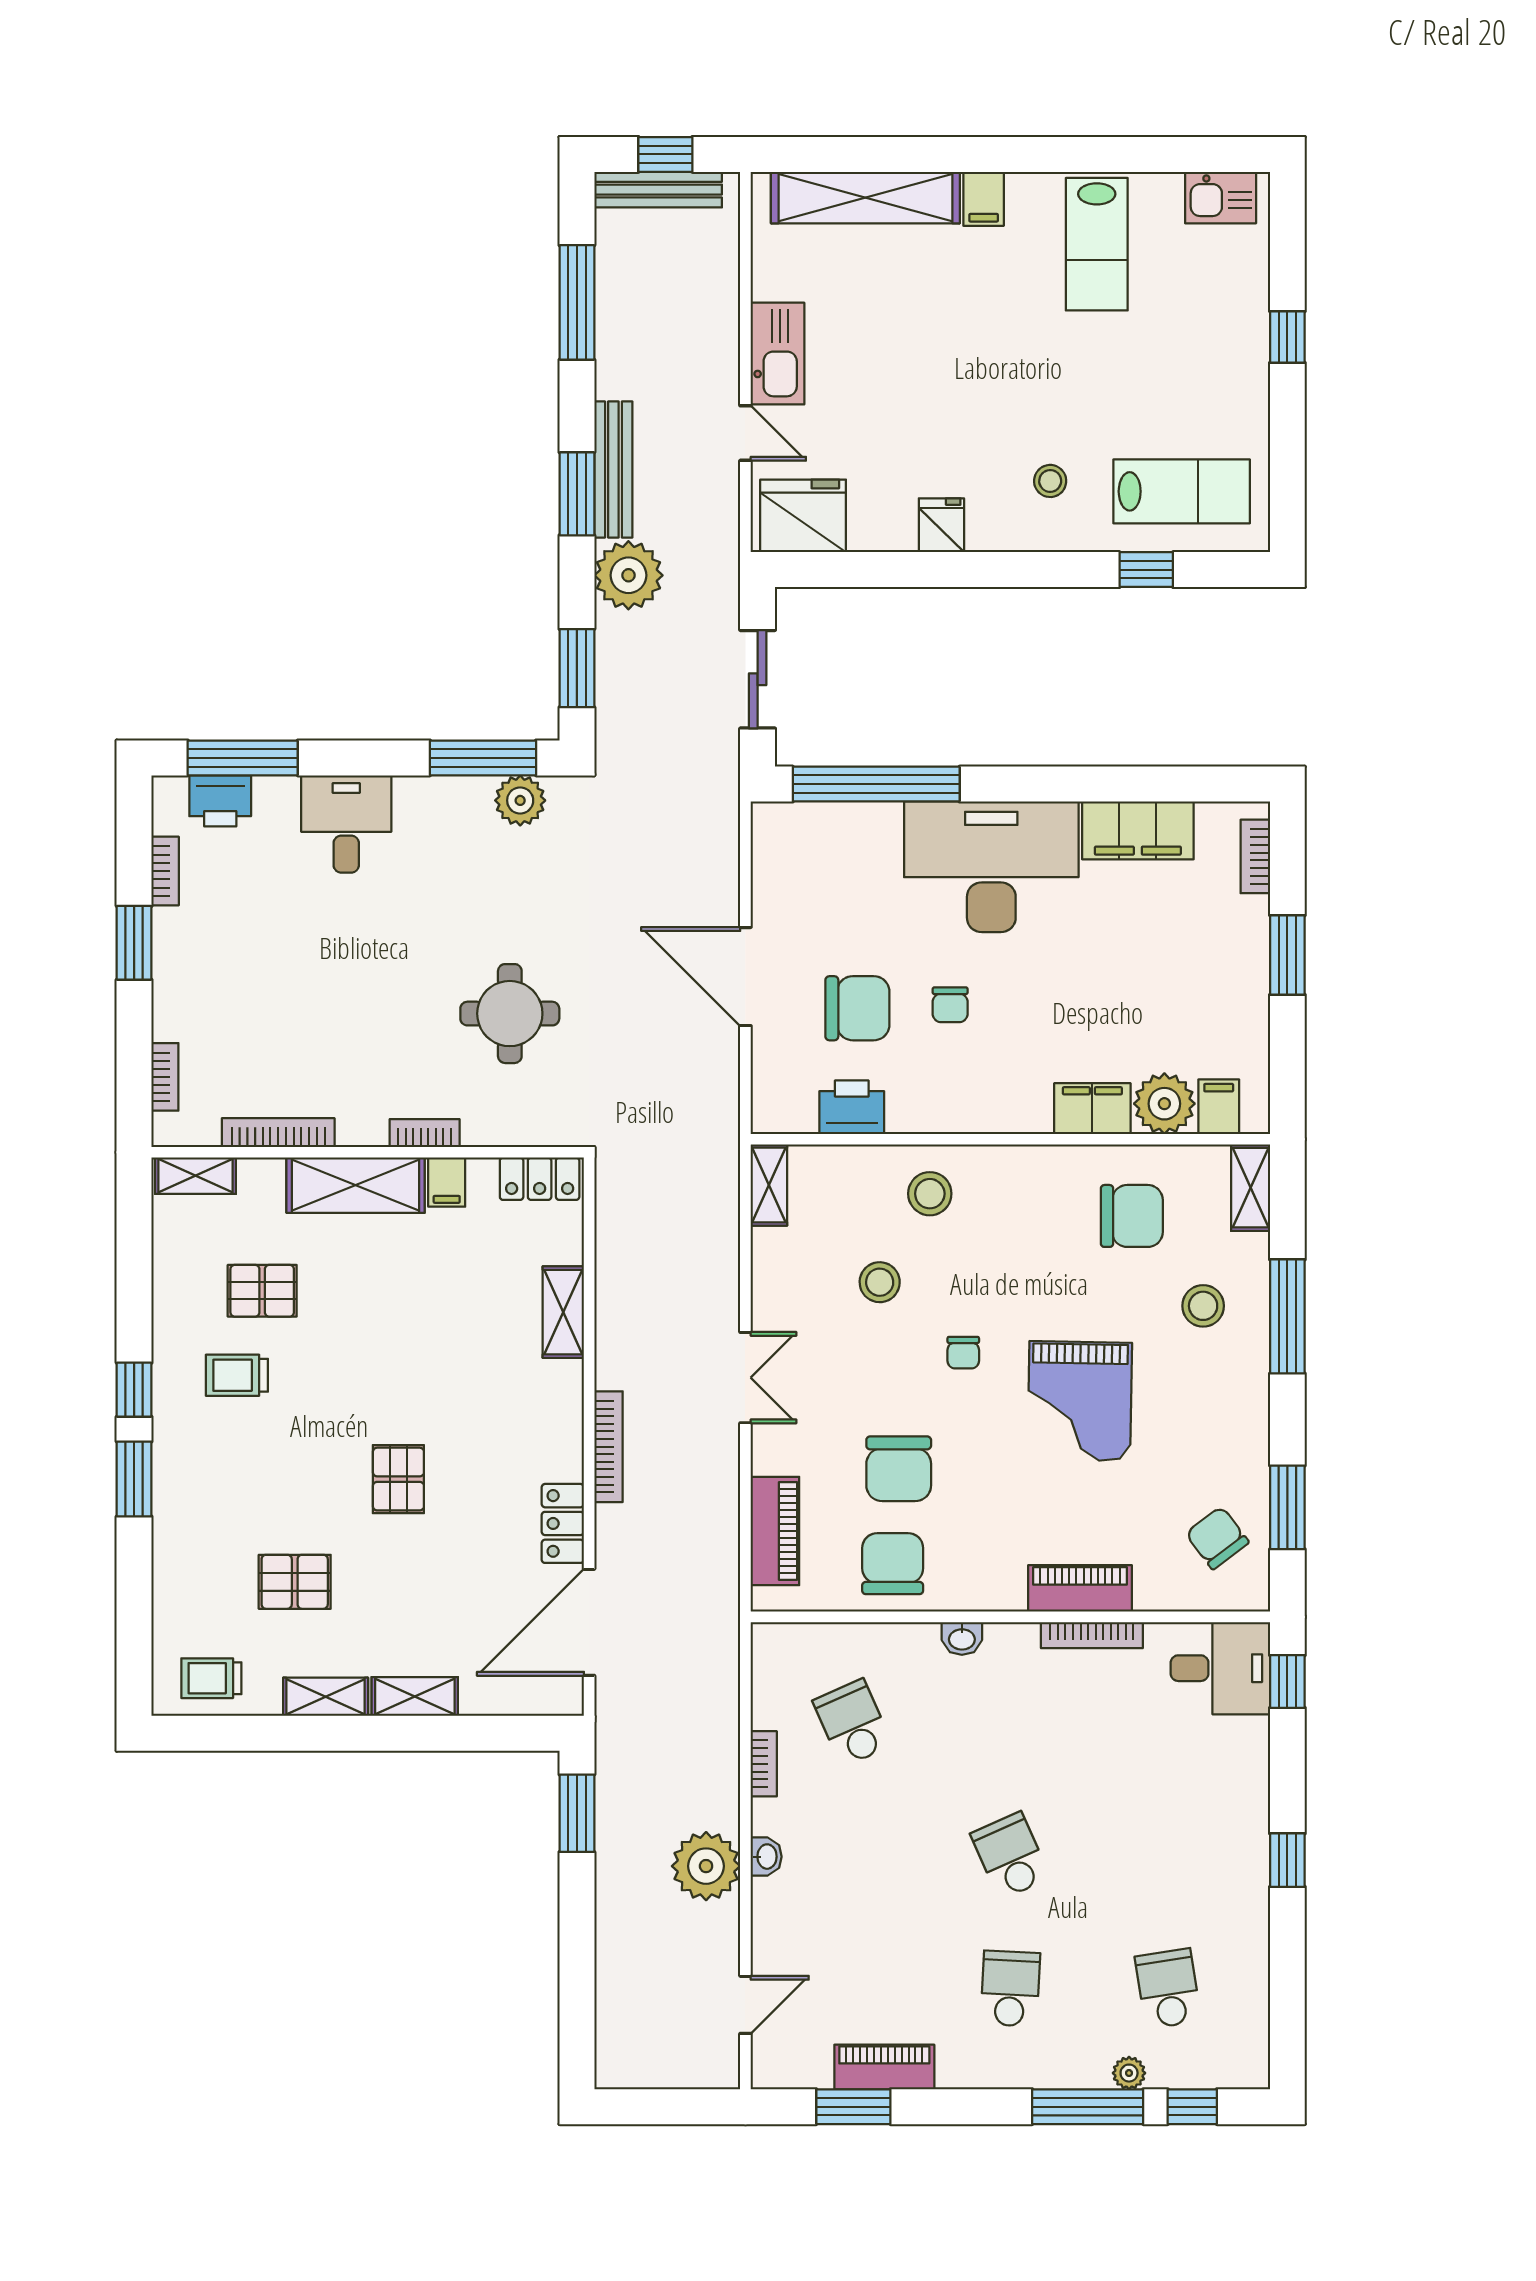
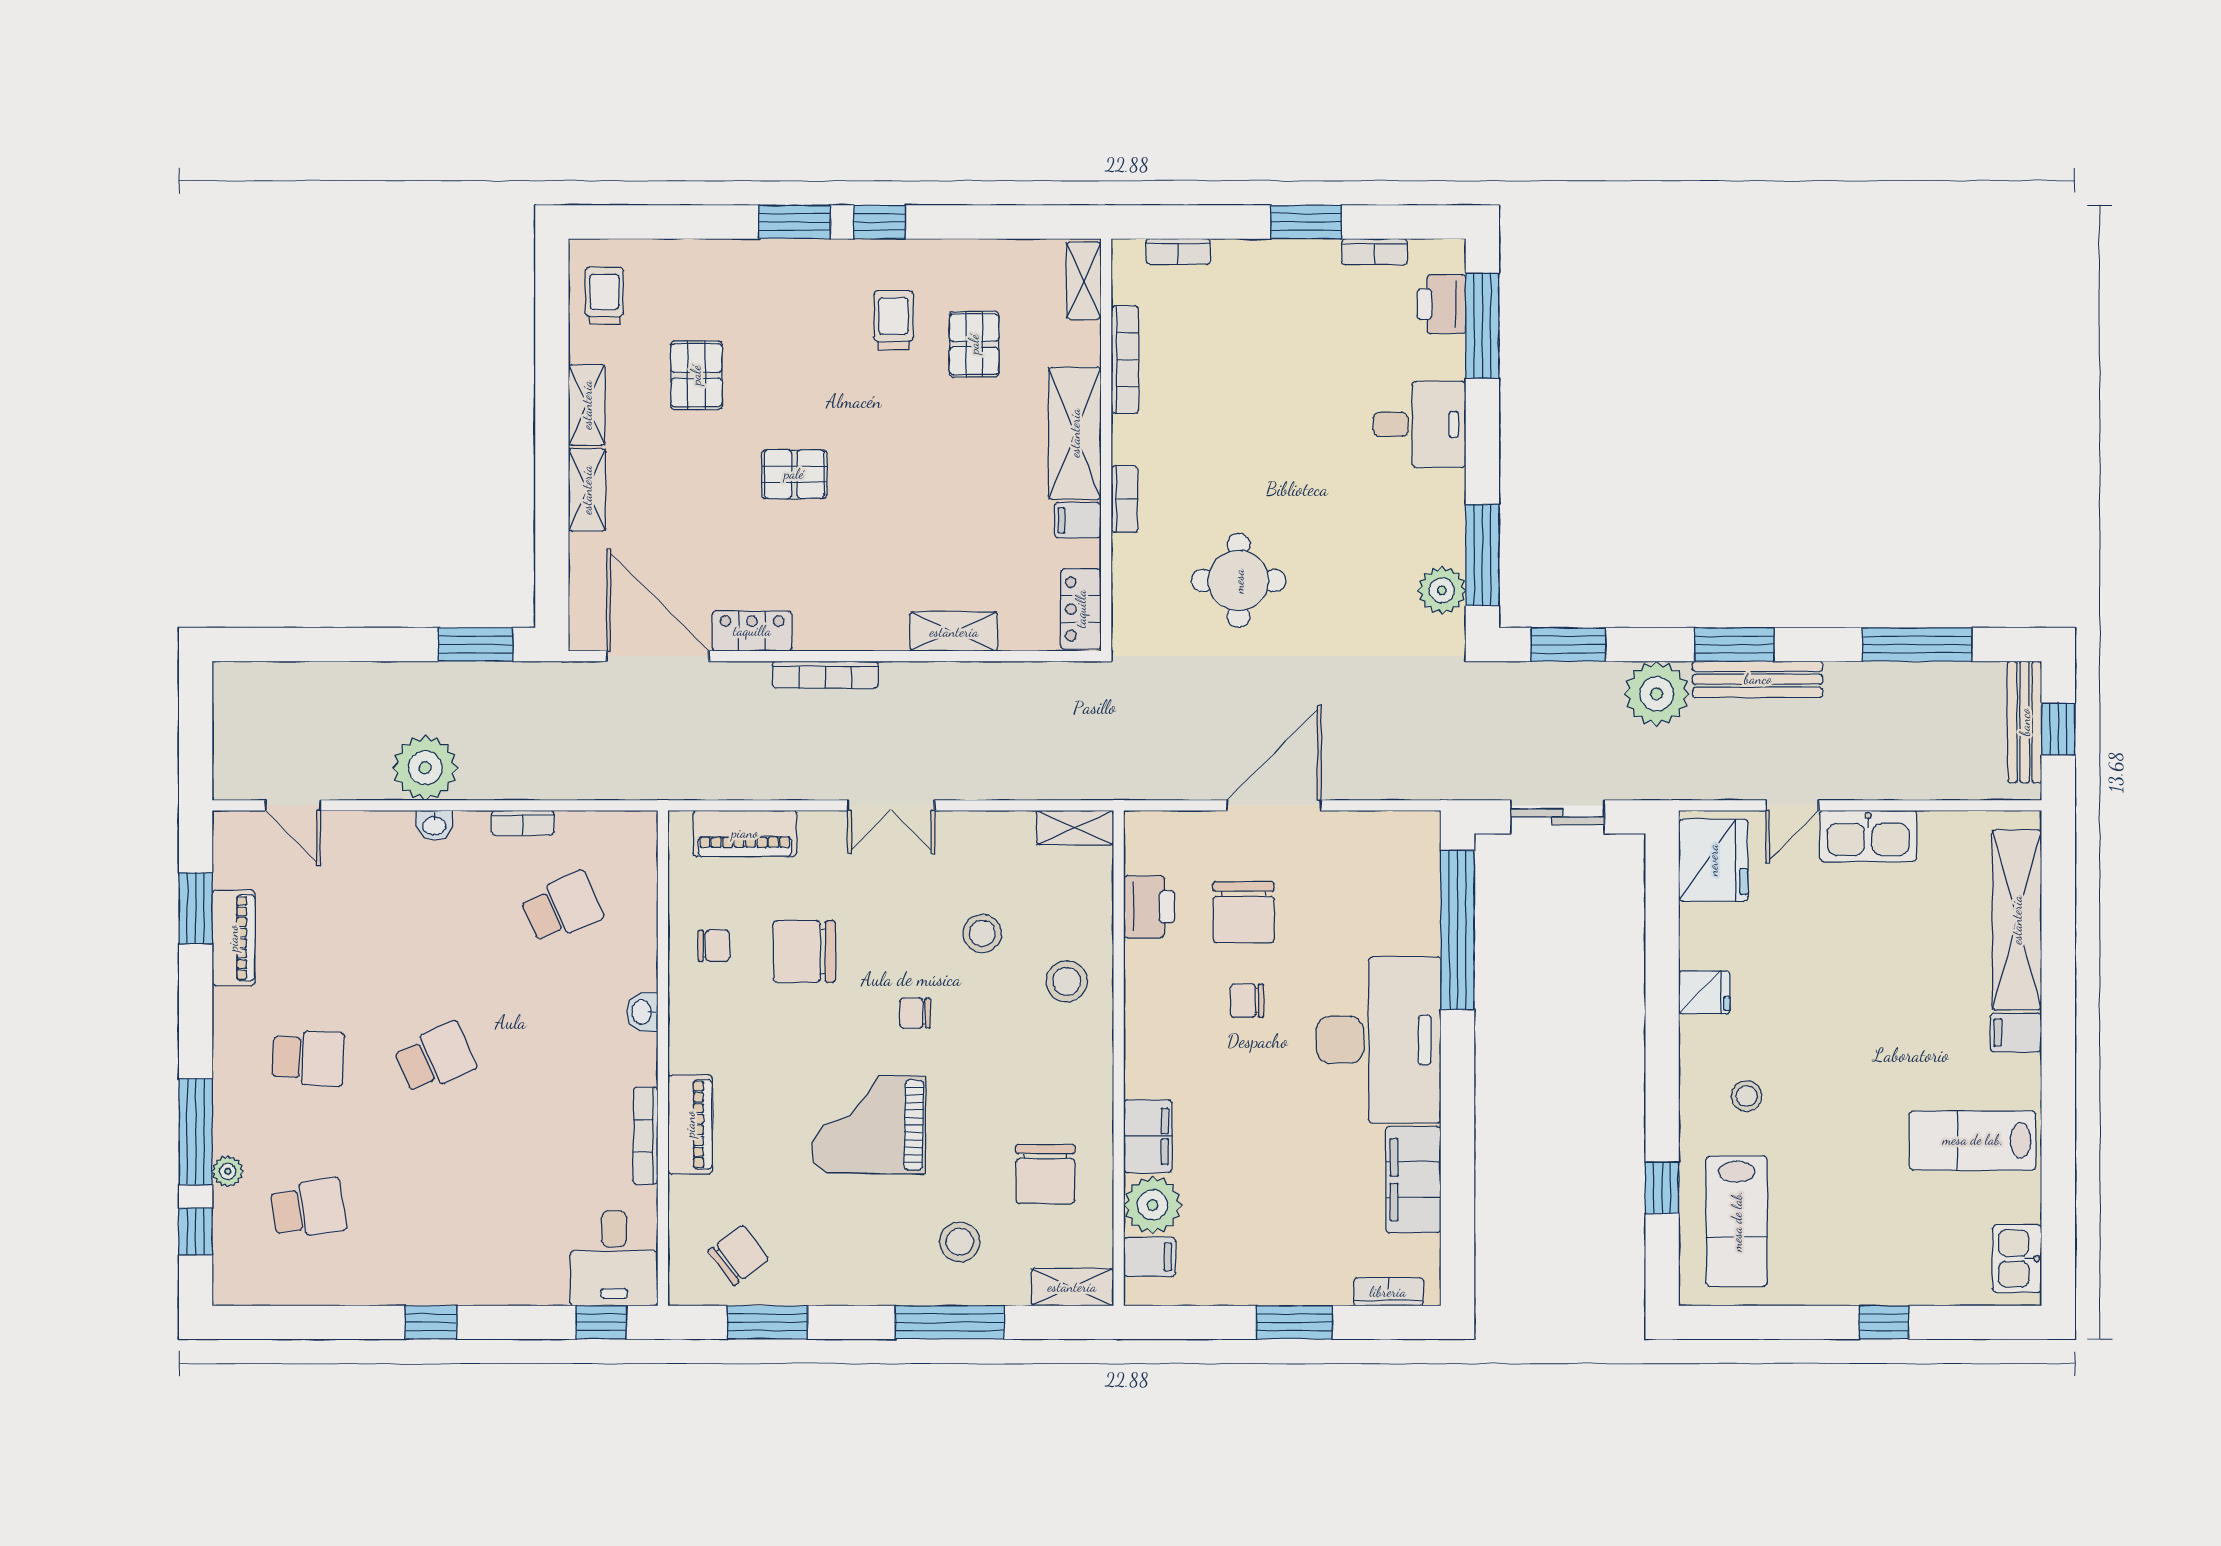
chair: (893, 1564) -> (714, 946), width x0.54, depth x0.54

